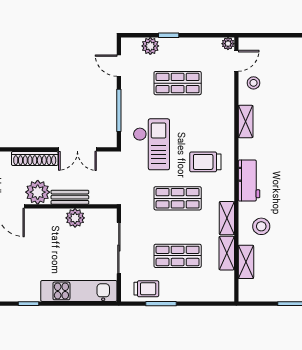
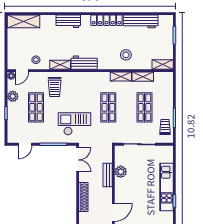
plant: (150, 46) -> (13, 96), moved
door: (236, 61) -> (22, 71), swing flipped
double door: (77, 149) -> (78, 160), moved
trolley: (205, 162) -> (55, 87), moved
workbench: (249, 180) -> (84, 63), moved
plant: (38, 192) -> (105, 195), removed
shelving: (246, 262) -> (163, 65), moved
kitchen unit: (79, 291) -> (166, 187), moved

